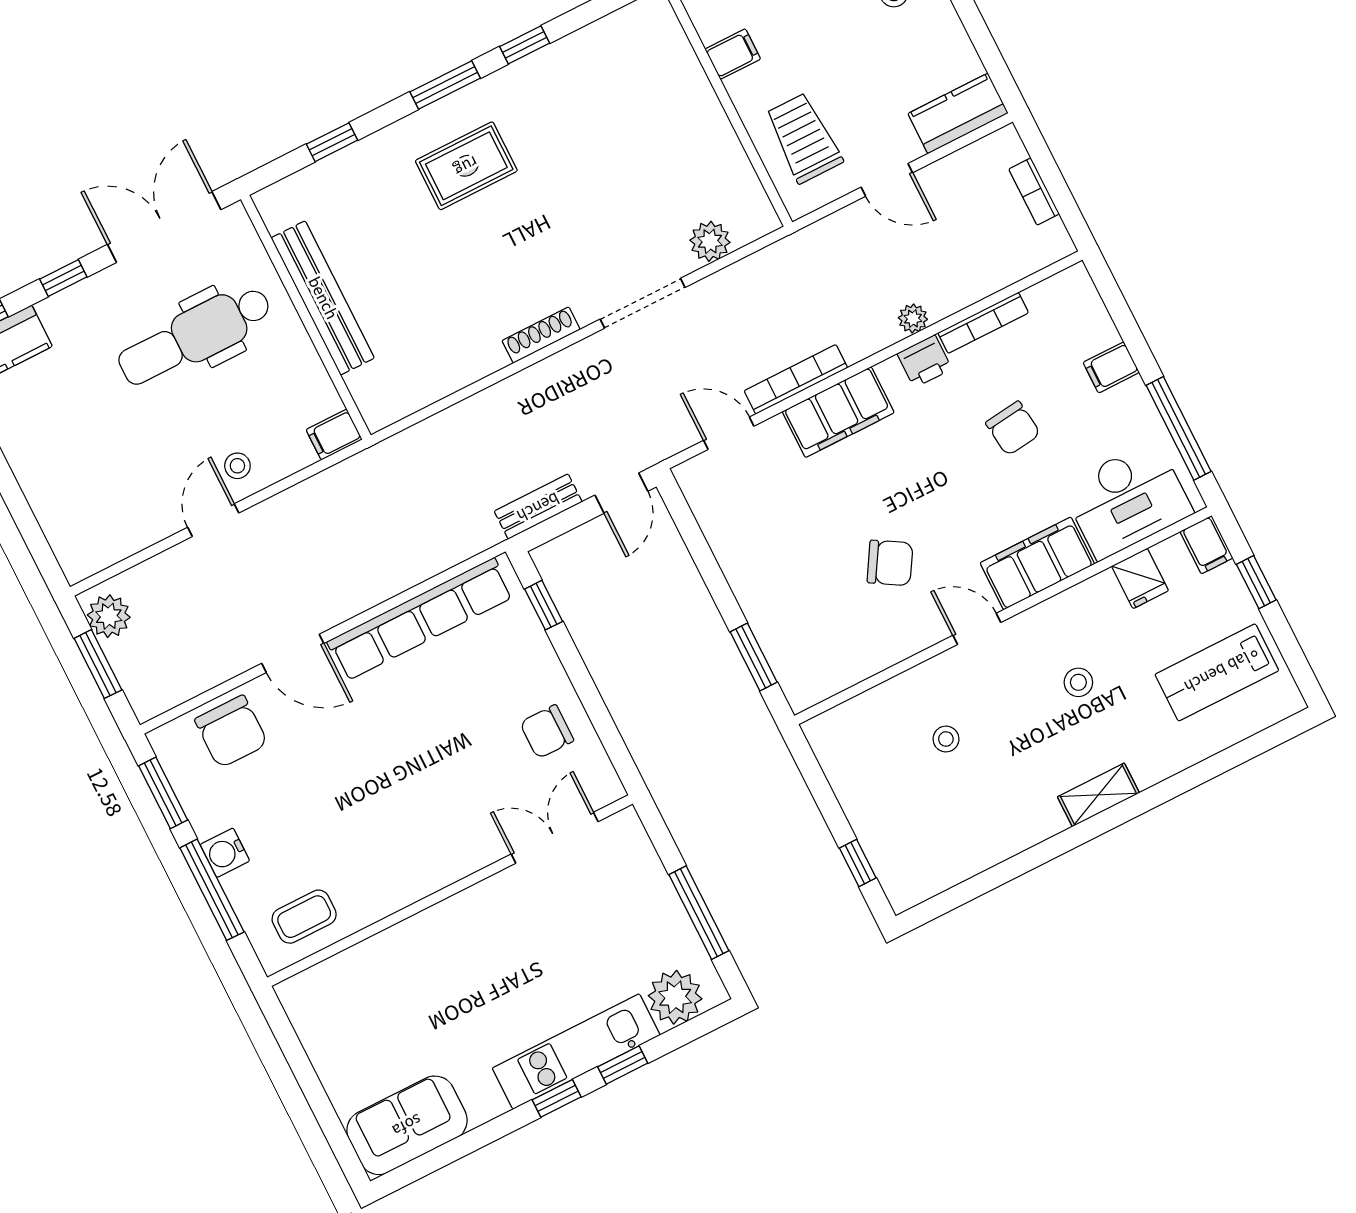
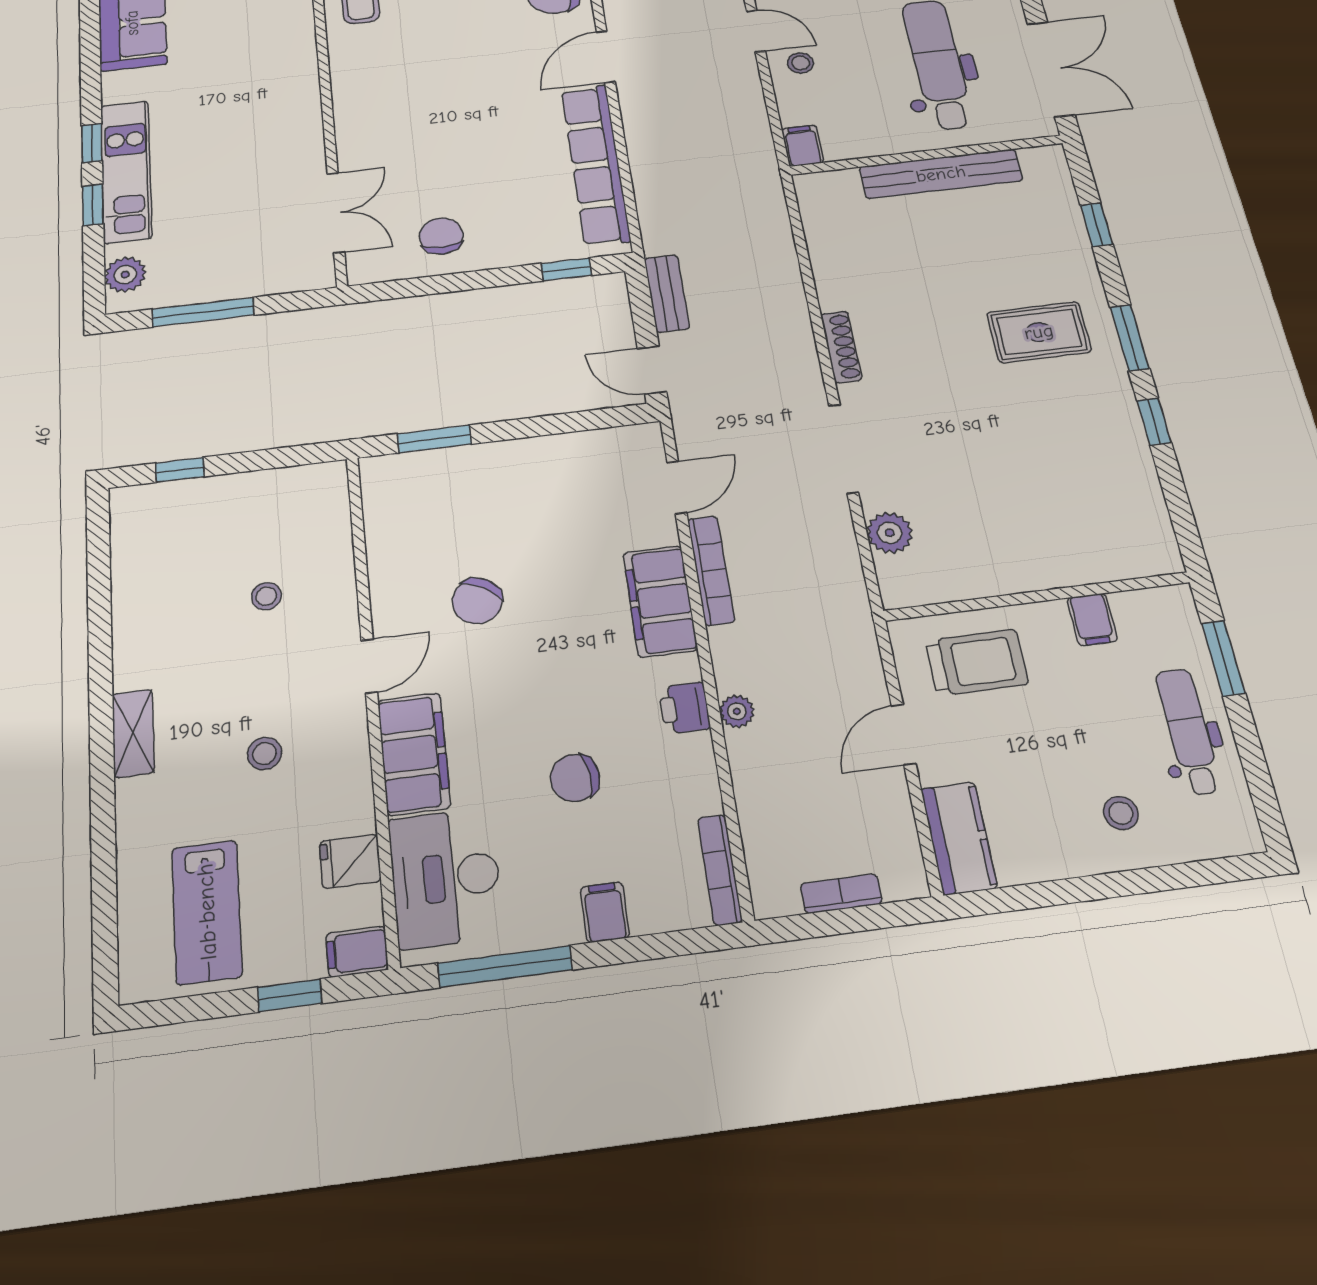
rug: (466, 166) -> (1039, 332), turned 90
bookcase: (983, 323) -> (720, 870), moved
lab bench: (1217, 672) -> (207, 912), turned 180
plant: (675, 997) -> (125, 275), width x0.73, depth x0.73

